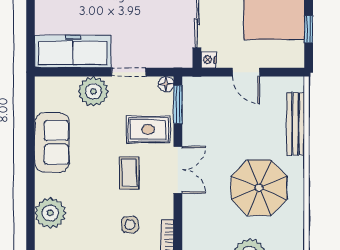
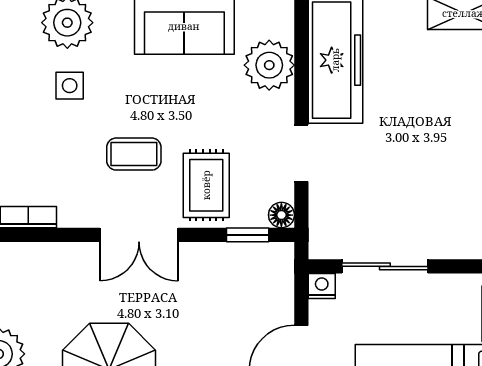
plant: (93, 91) -> (269, 65), moved
window: (178, 104) -> (248, 235), width x0.67
side table: (130, 225) -> (70, 86), moved

